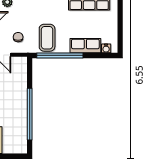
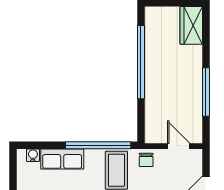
chair: (18, 37) -> (146, 160), moved

